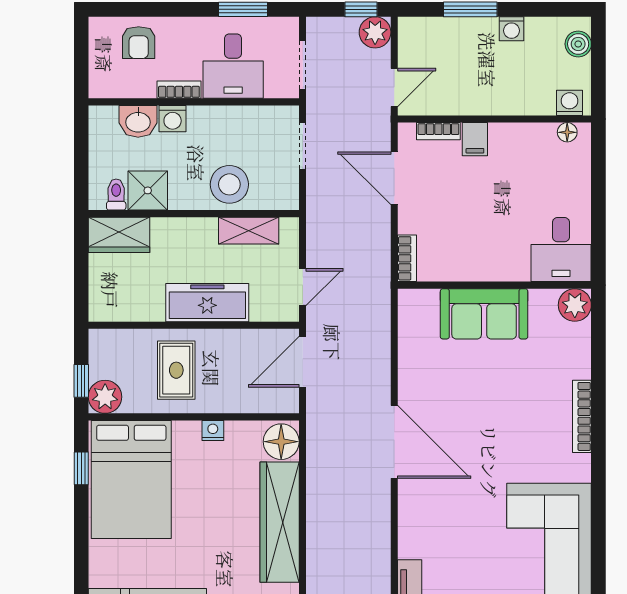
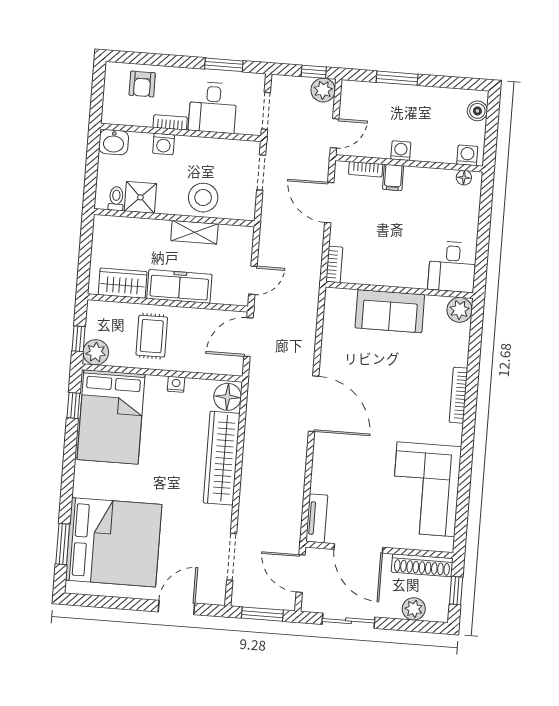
washing machine: (512, 29) -> (401, 151), moved, turned 180
washbasin: (138, 121) -> (114, 142), moved
shelving: (249, 231) -> (194, 232), moved
wardrobe: (119, 235) -> (123, 283), moved, turned 180

